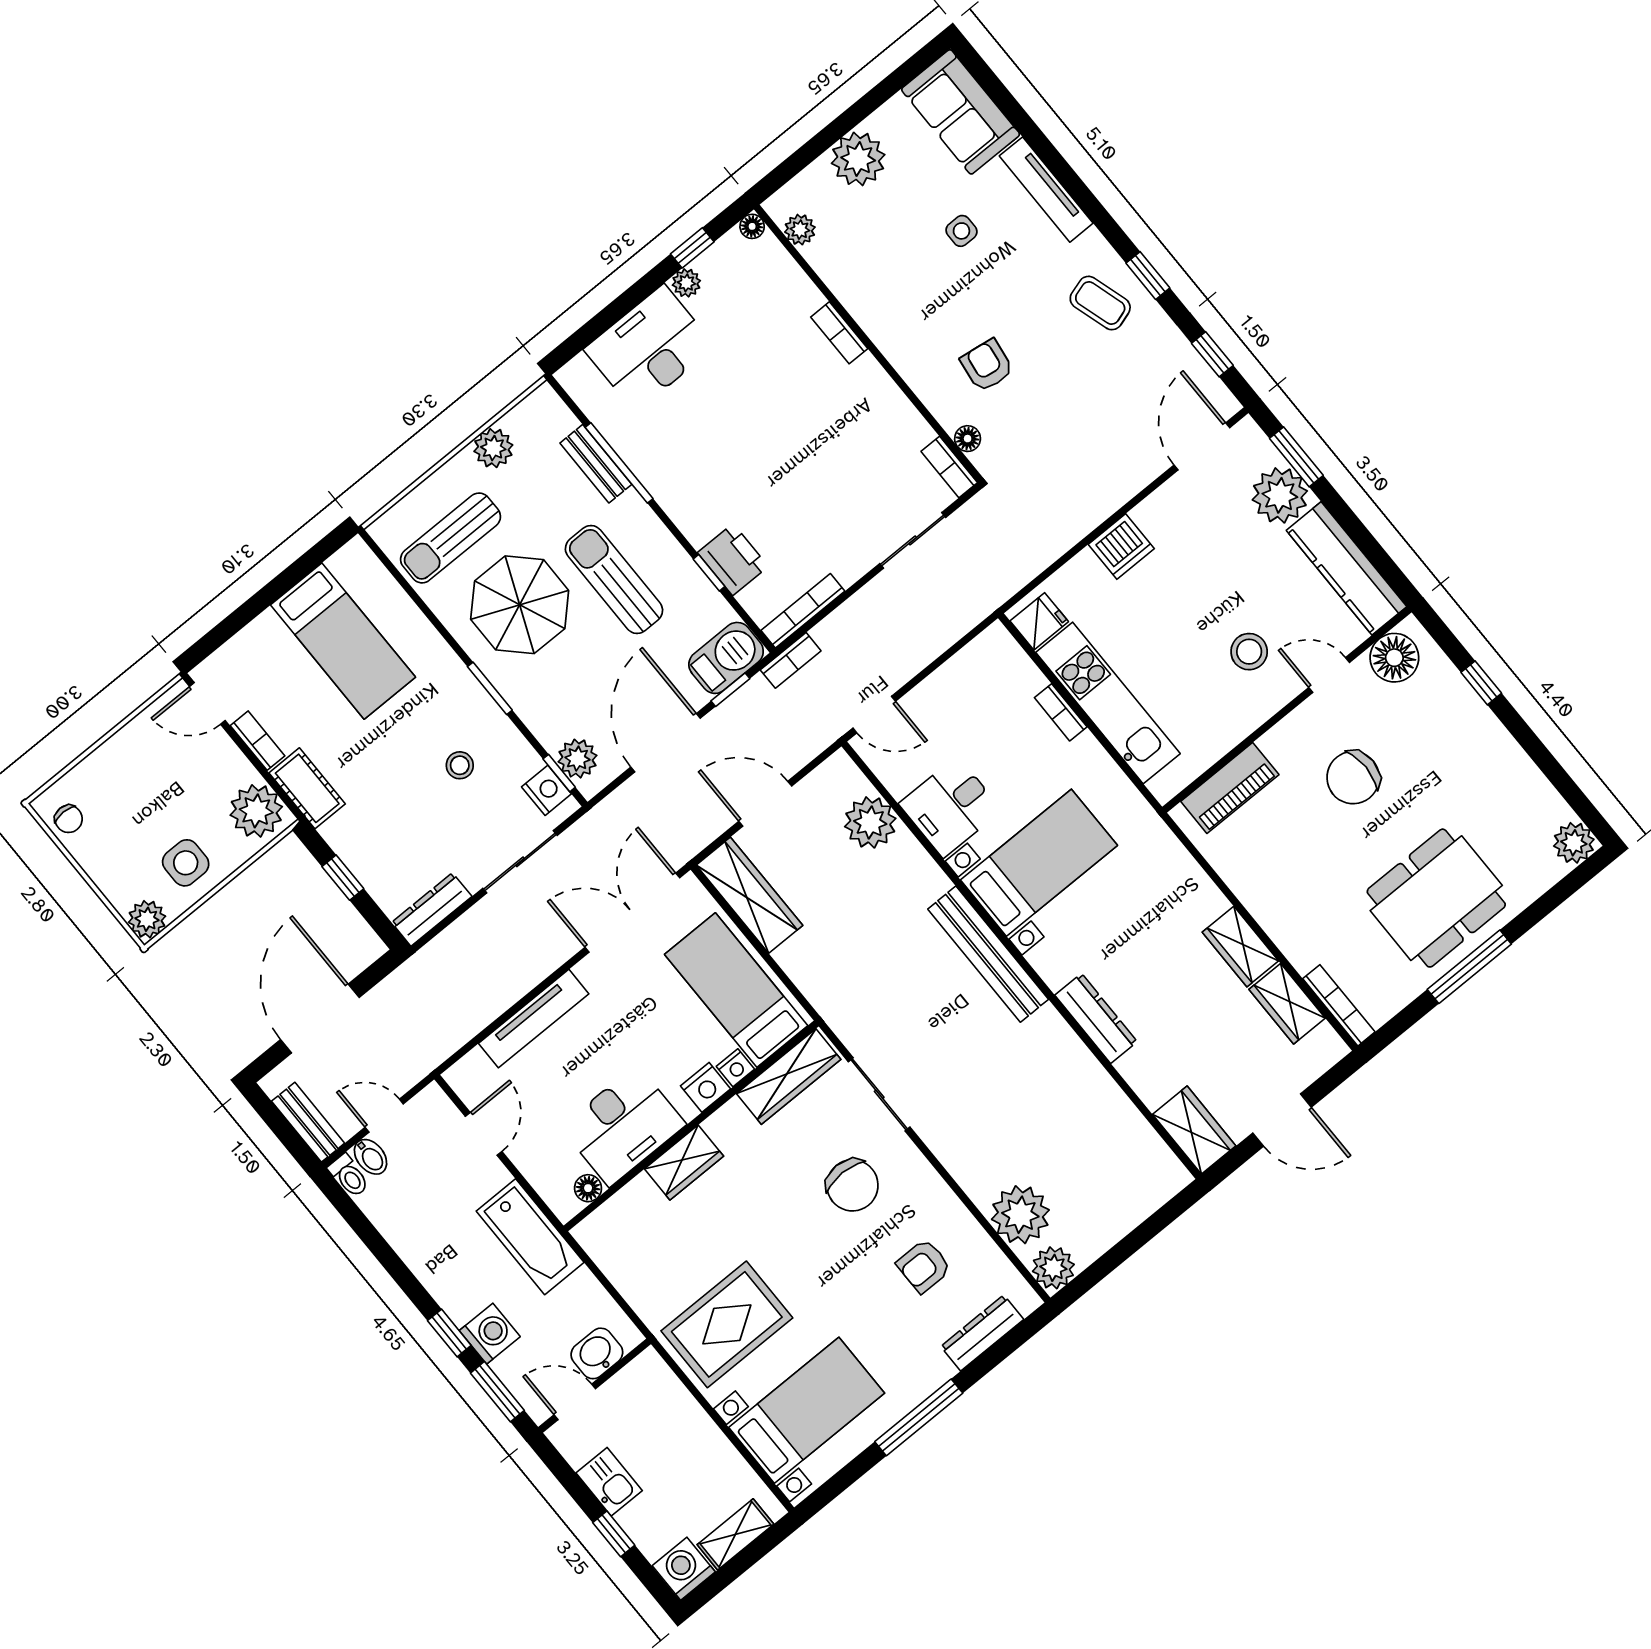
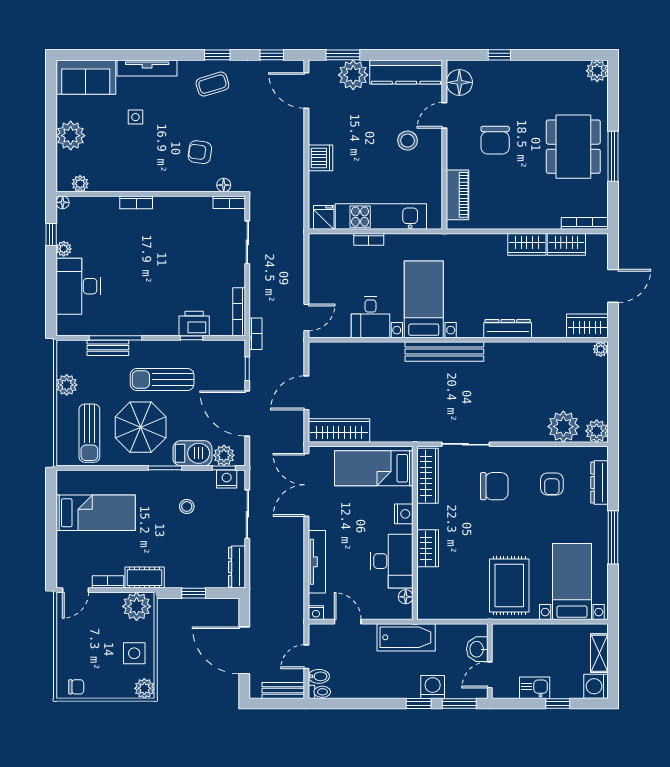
barbecue: (726, 658) -> (192, 453), moved, turned 90
plant: (870, 822) -> (601, 349), moved, width x0.53, depth x0.53
nightstand: (735, 1068) -> (316, 613), moved, turned 90

